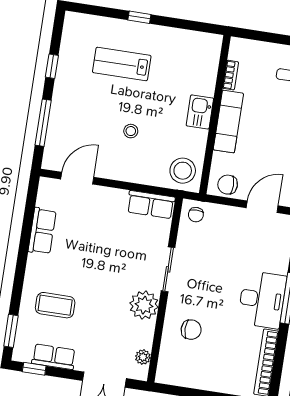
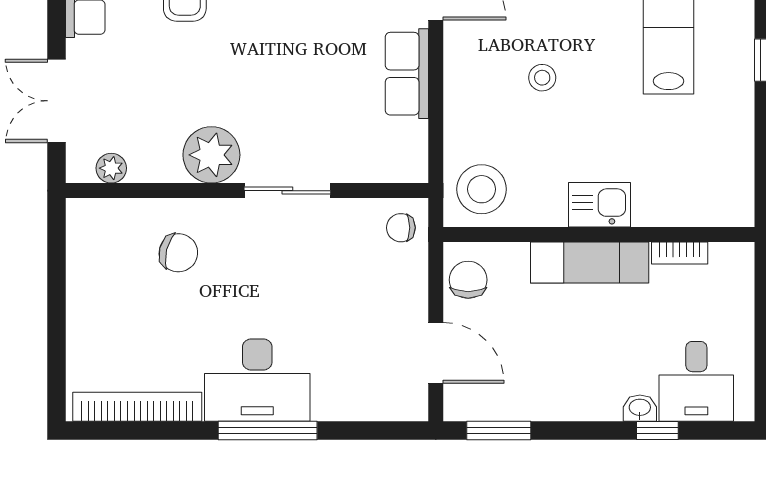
row of seats: (151, 205) -> (407, 74), moved
chair: (191, 330) -> (178, 253), turned -76

